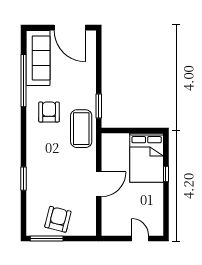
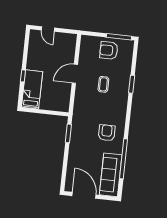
armchair: (49, 112) -> (107, 133), turned 180
coffee table: (81, 129) -> (103, 84), moved, width x0.54, depth x0.58
bed: (147, 158) -> (32, 89), width x0.67
armchair: (58, 219) -> (109, 50), turned 76

